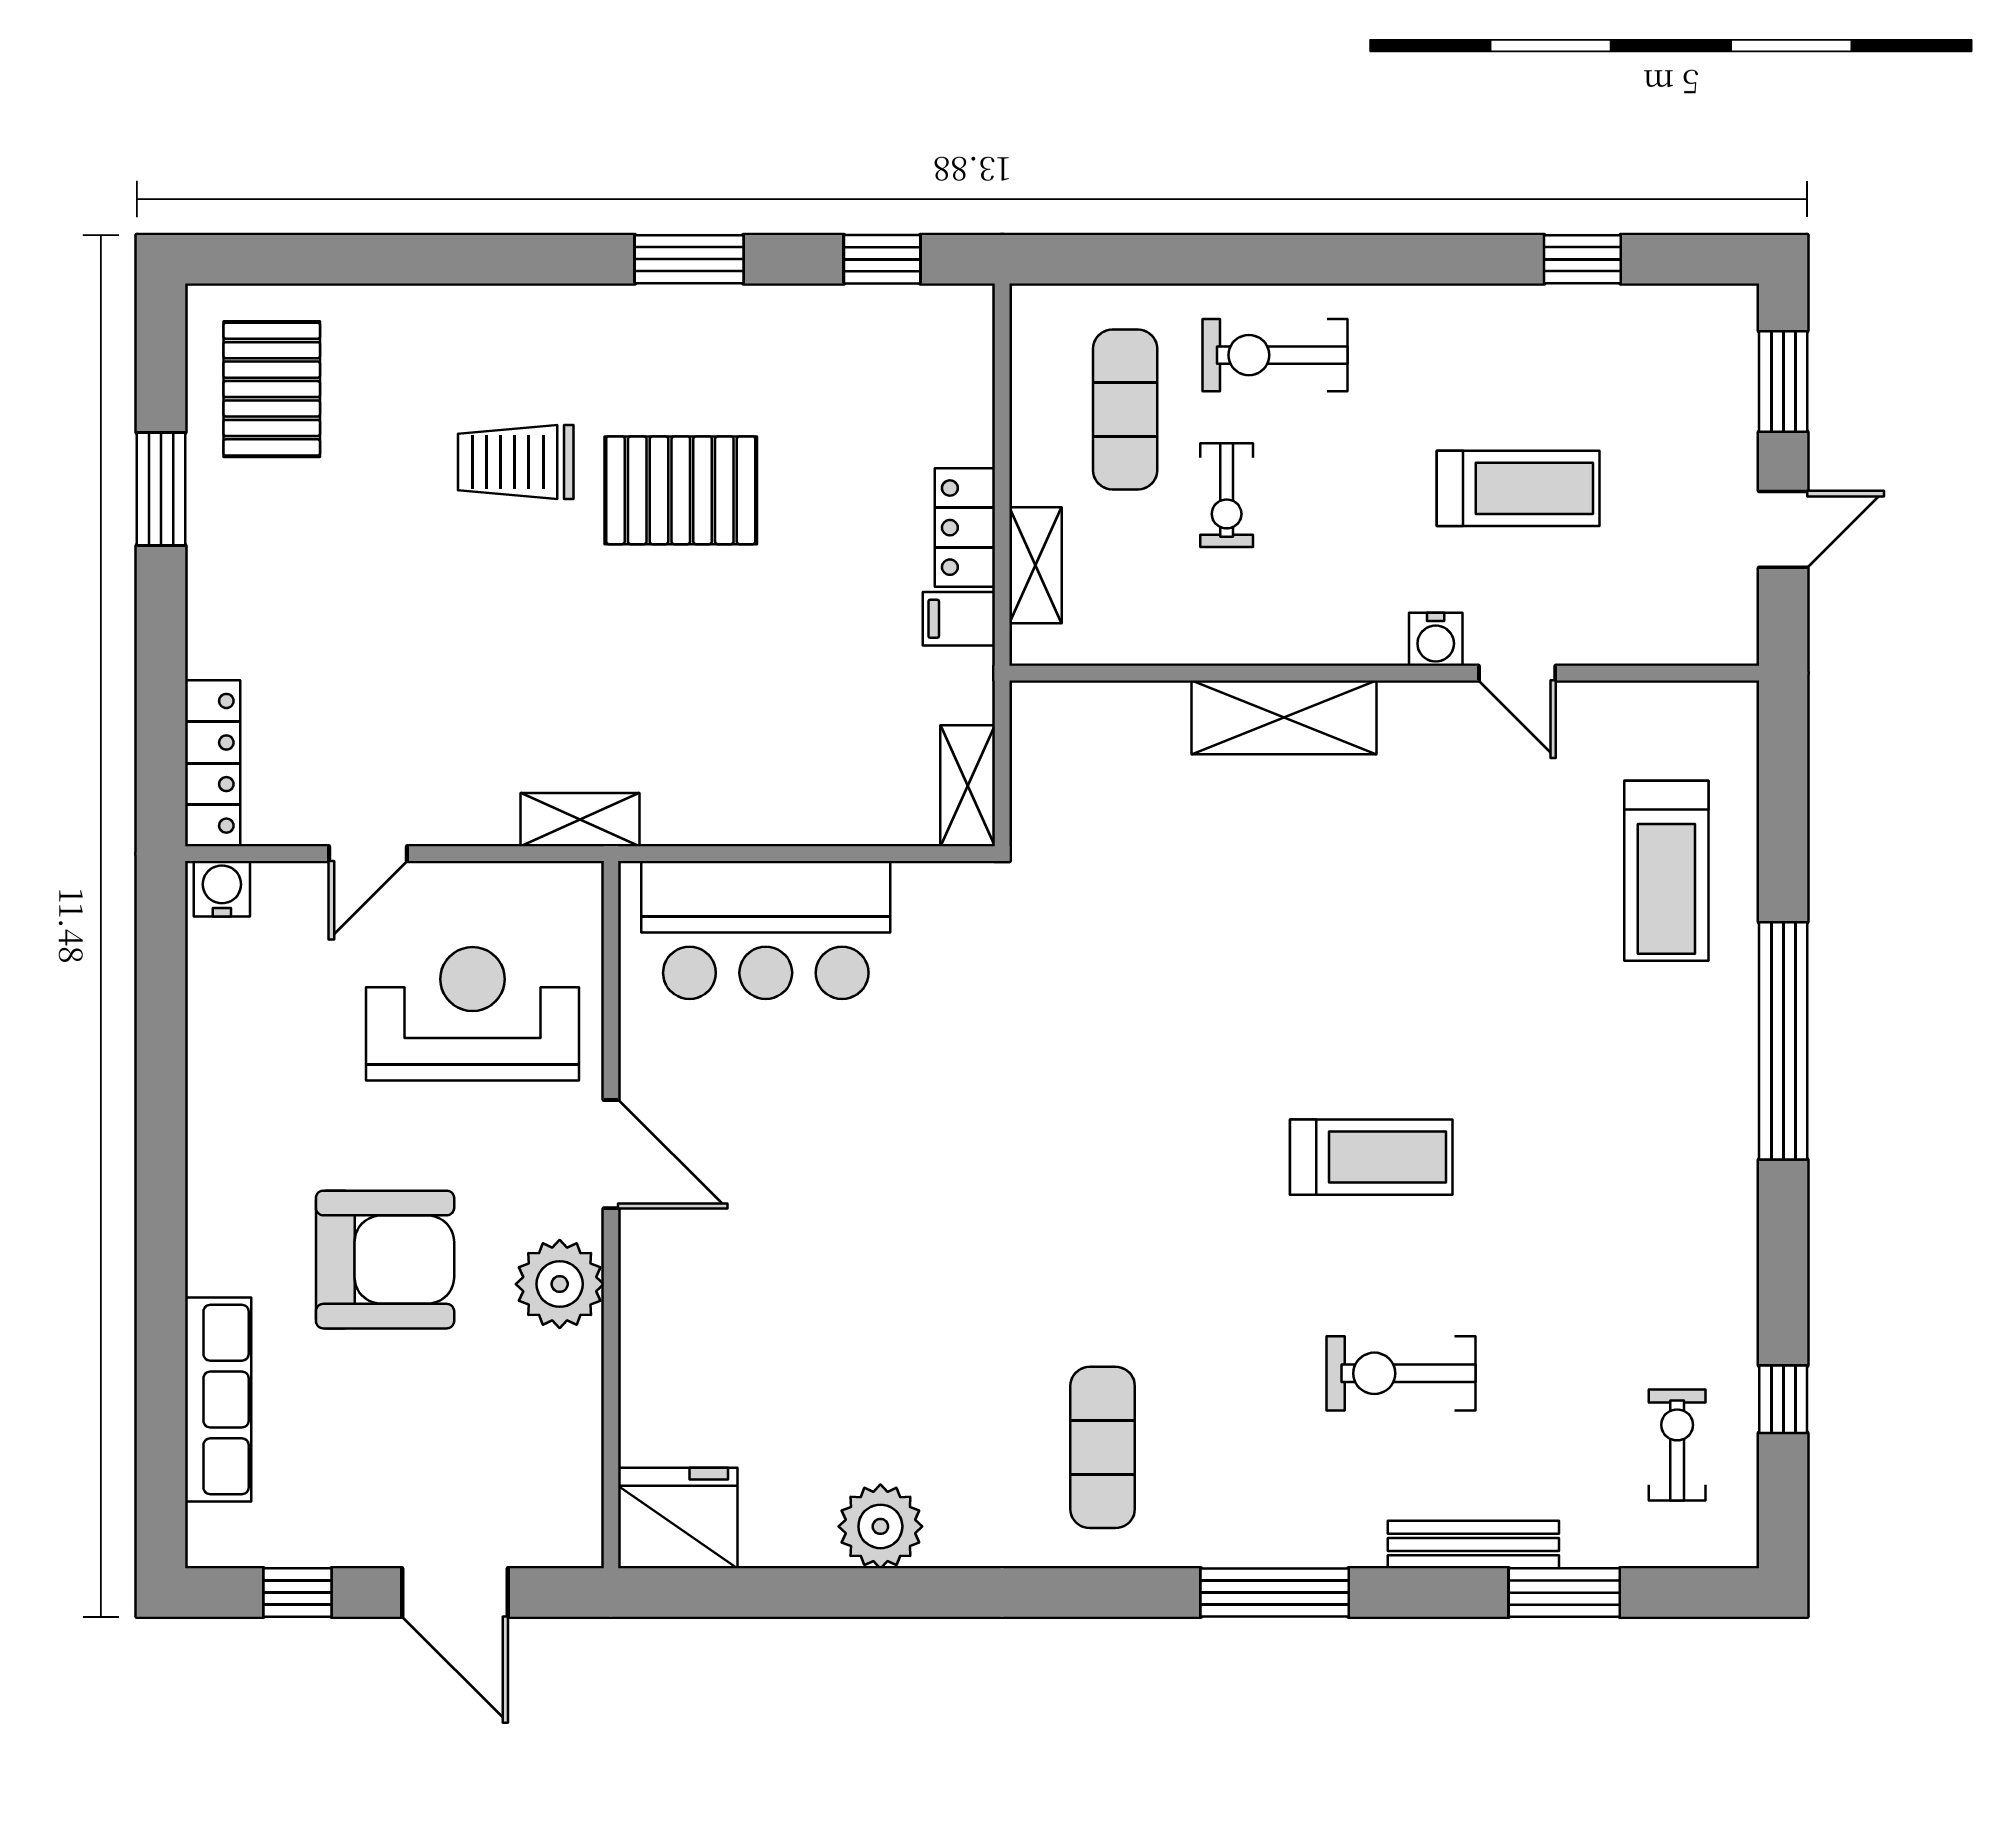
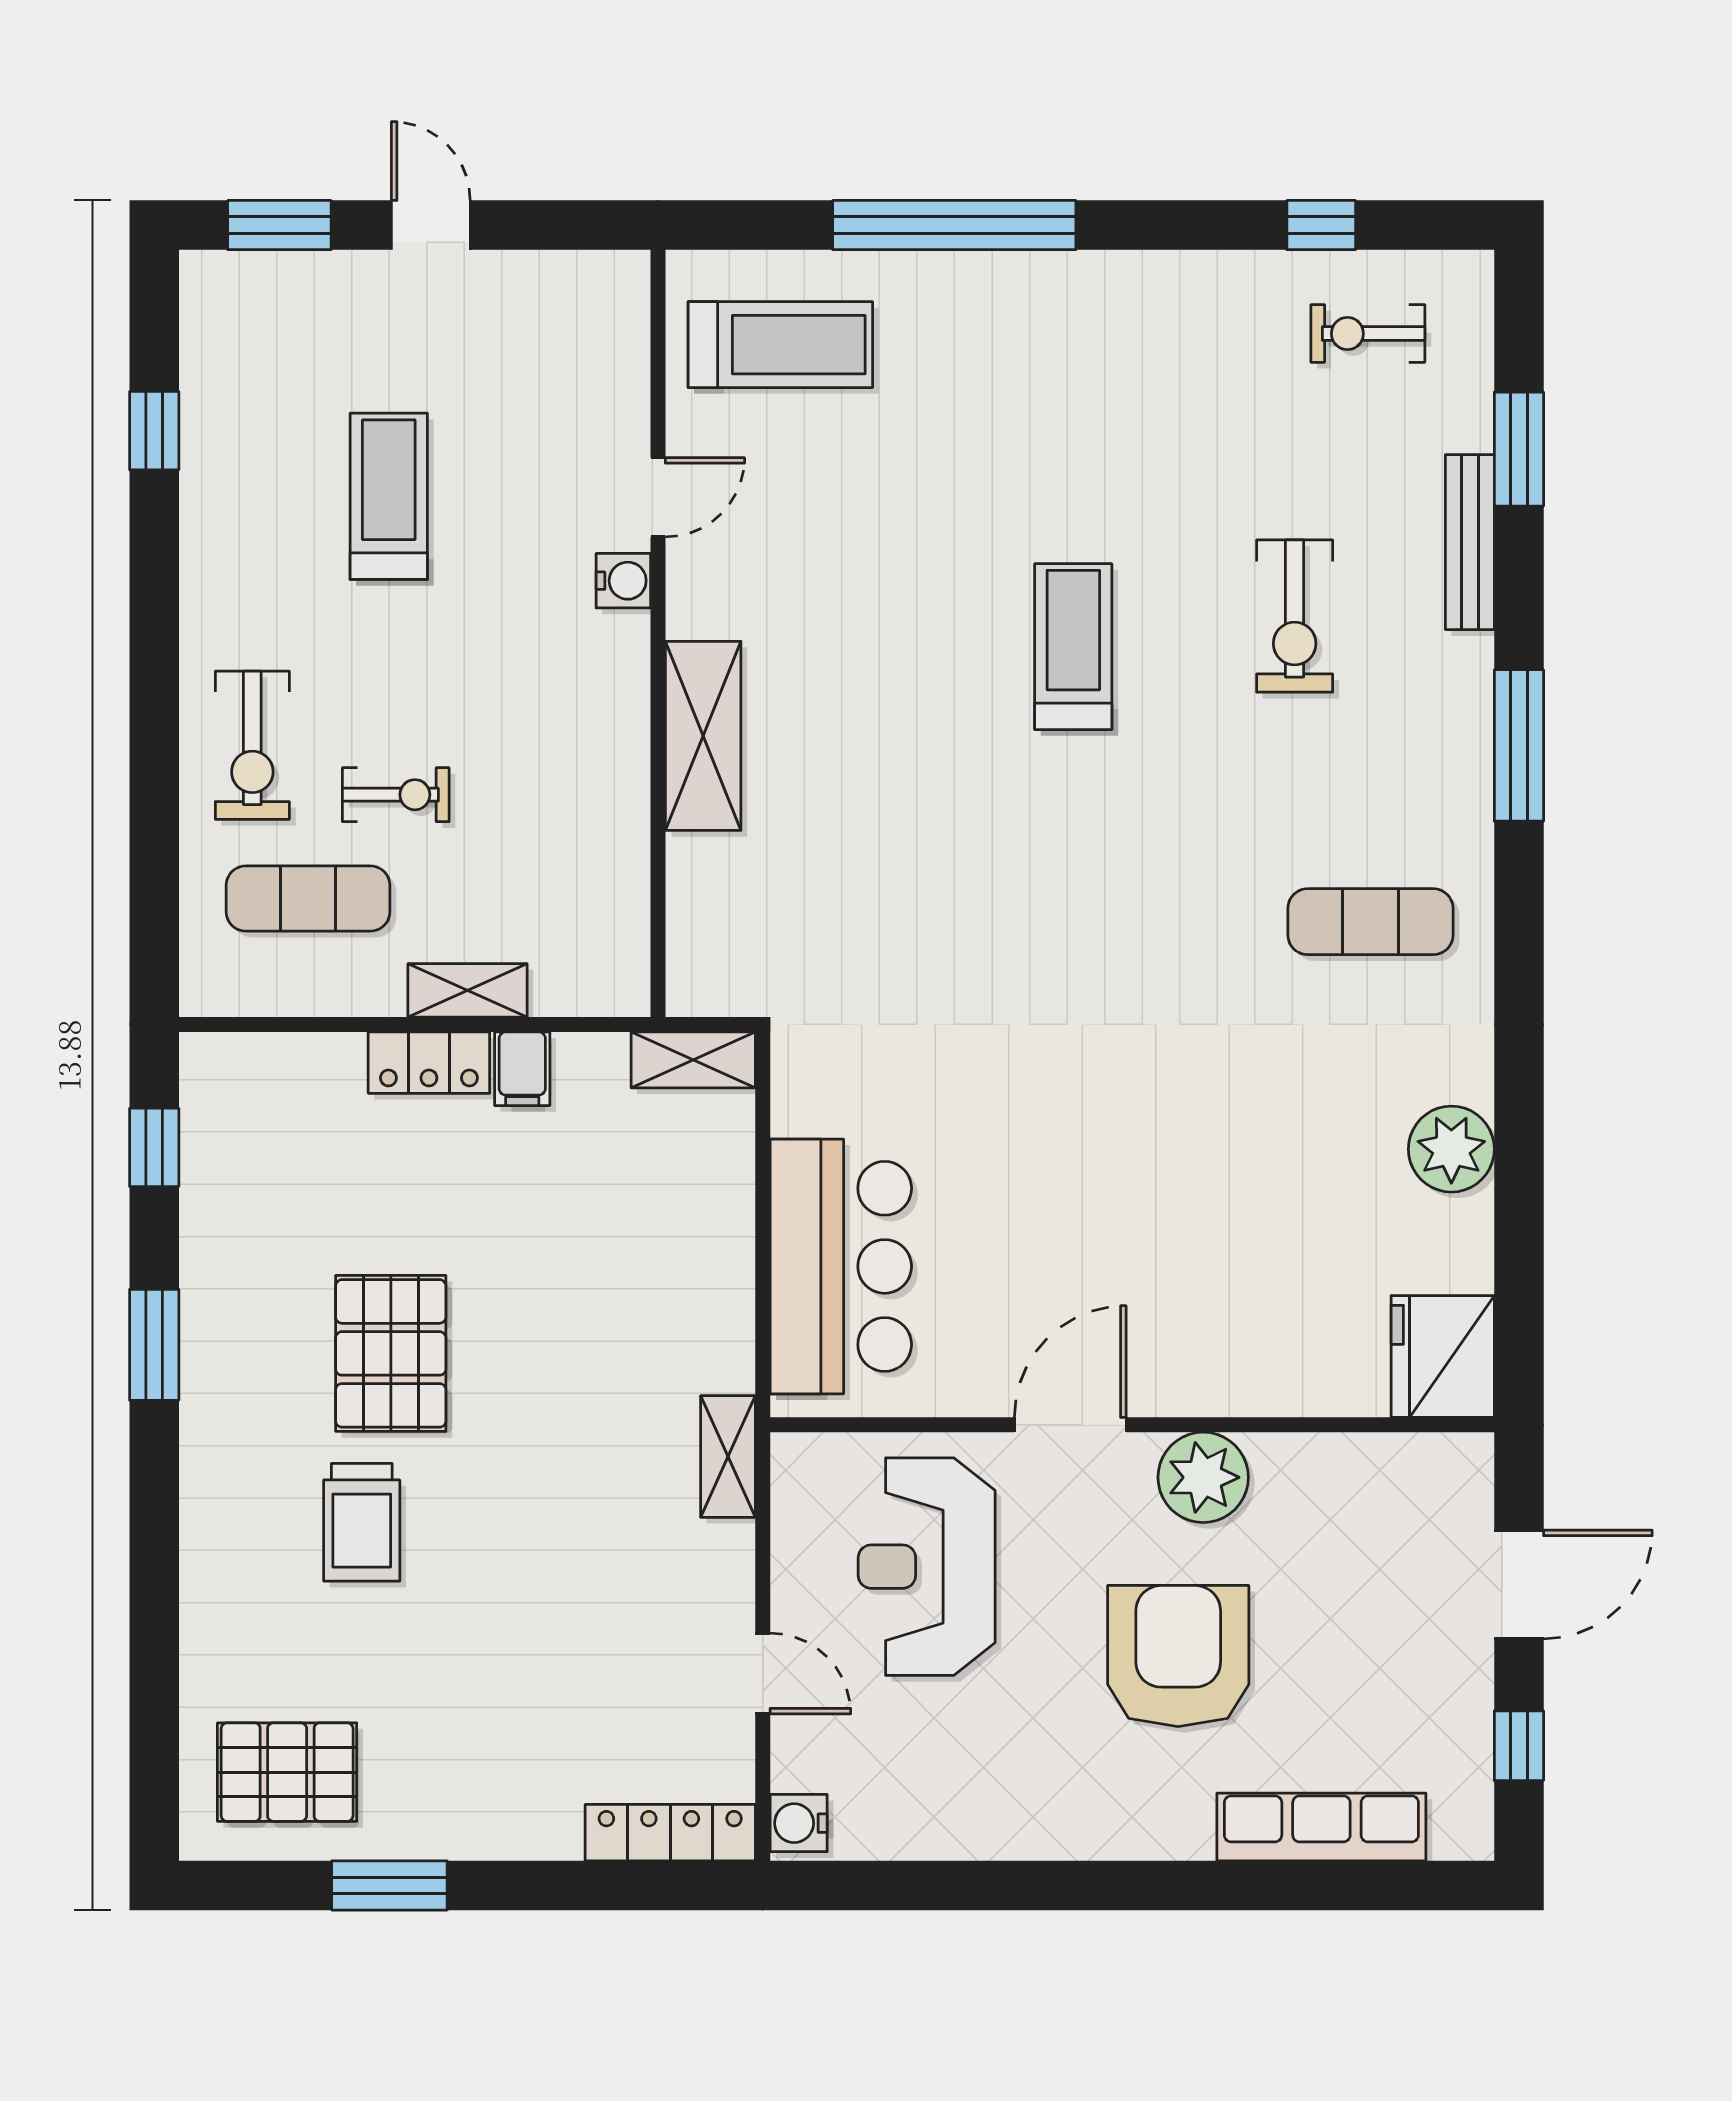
water cooler: (1436, 639) -> (623, 581), moved
wall: (1384, 673) -> (658, 633), moved
door: (1517, 673) -> (658, 497), moved
shelving: (1284, 717) -> (703, 736), moved

